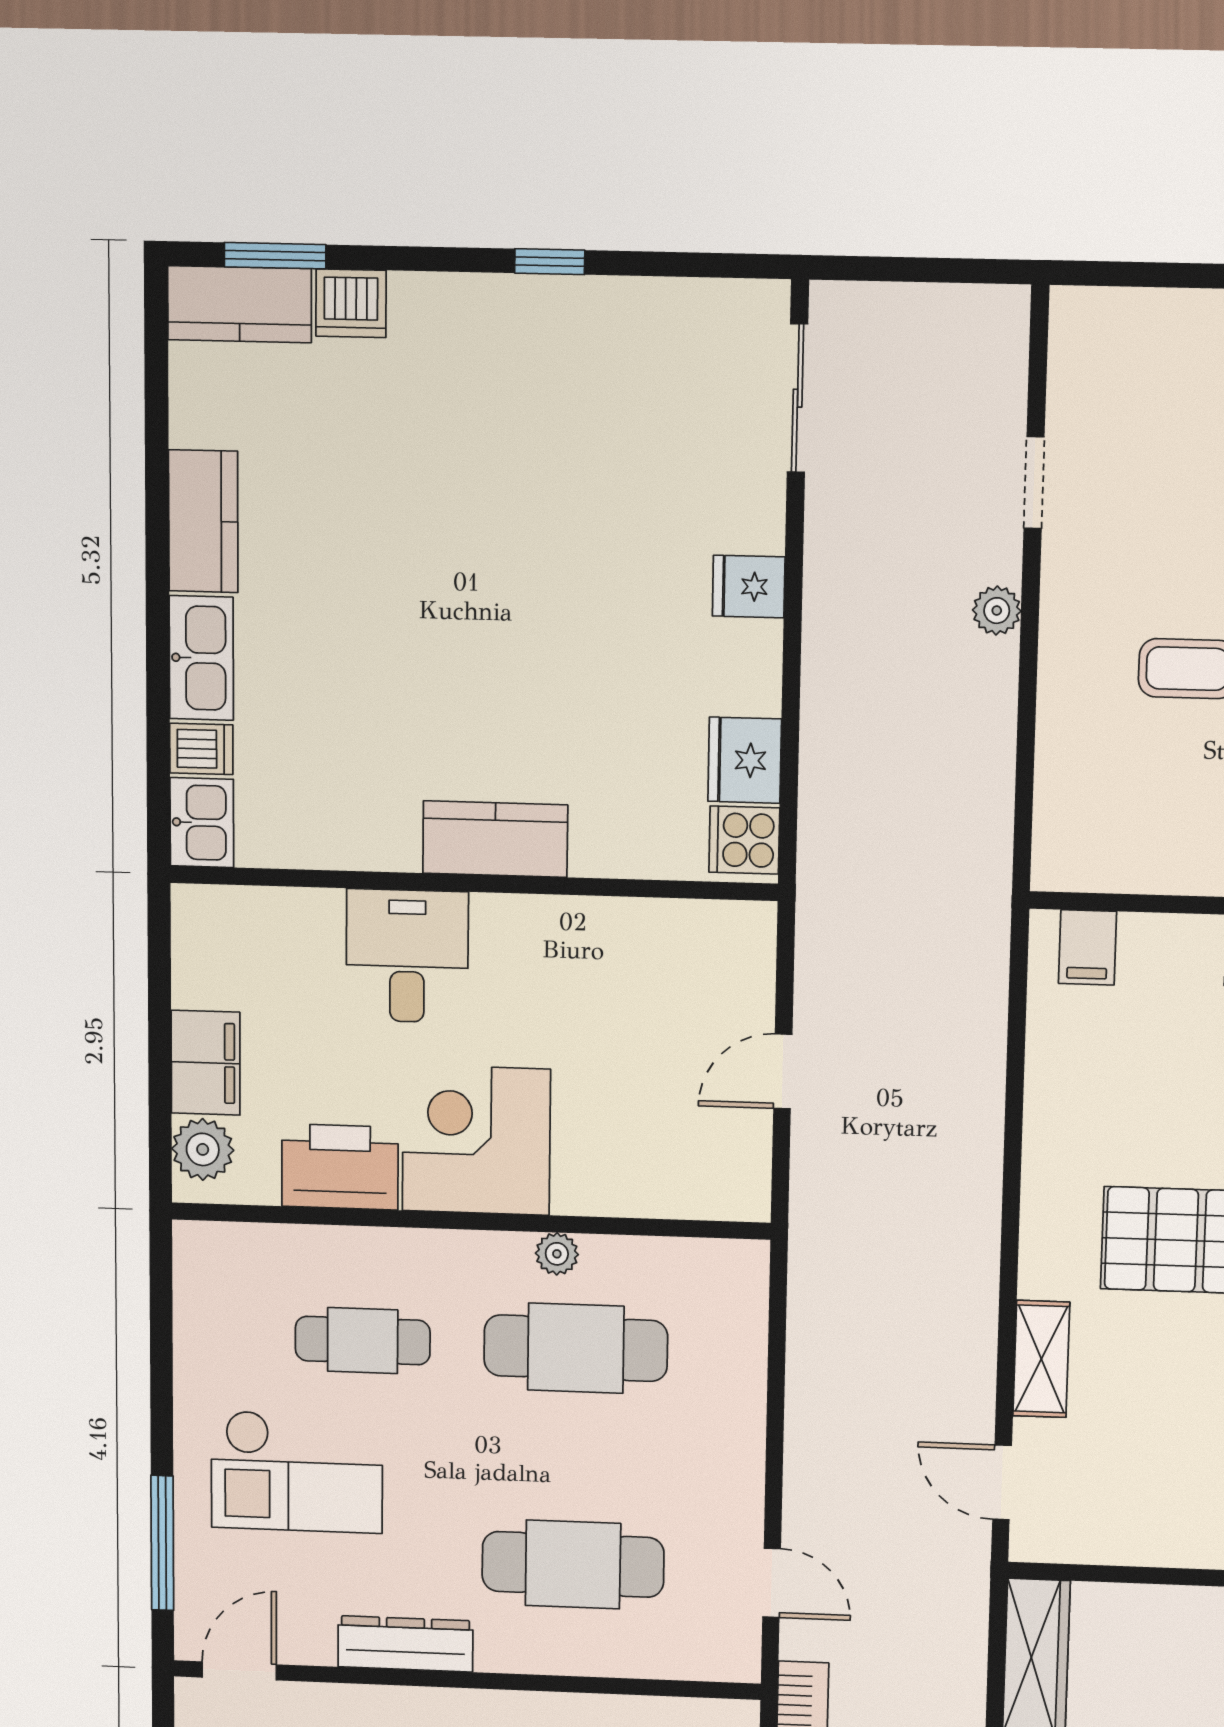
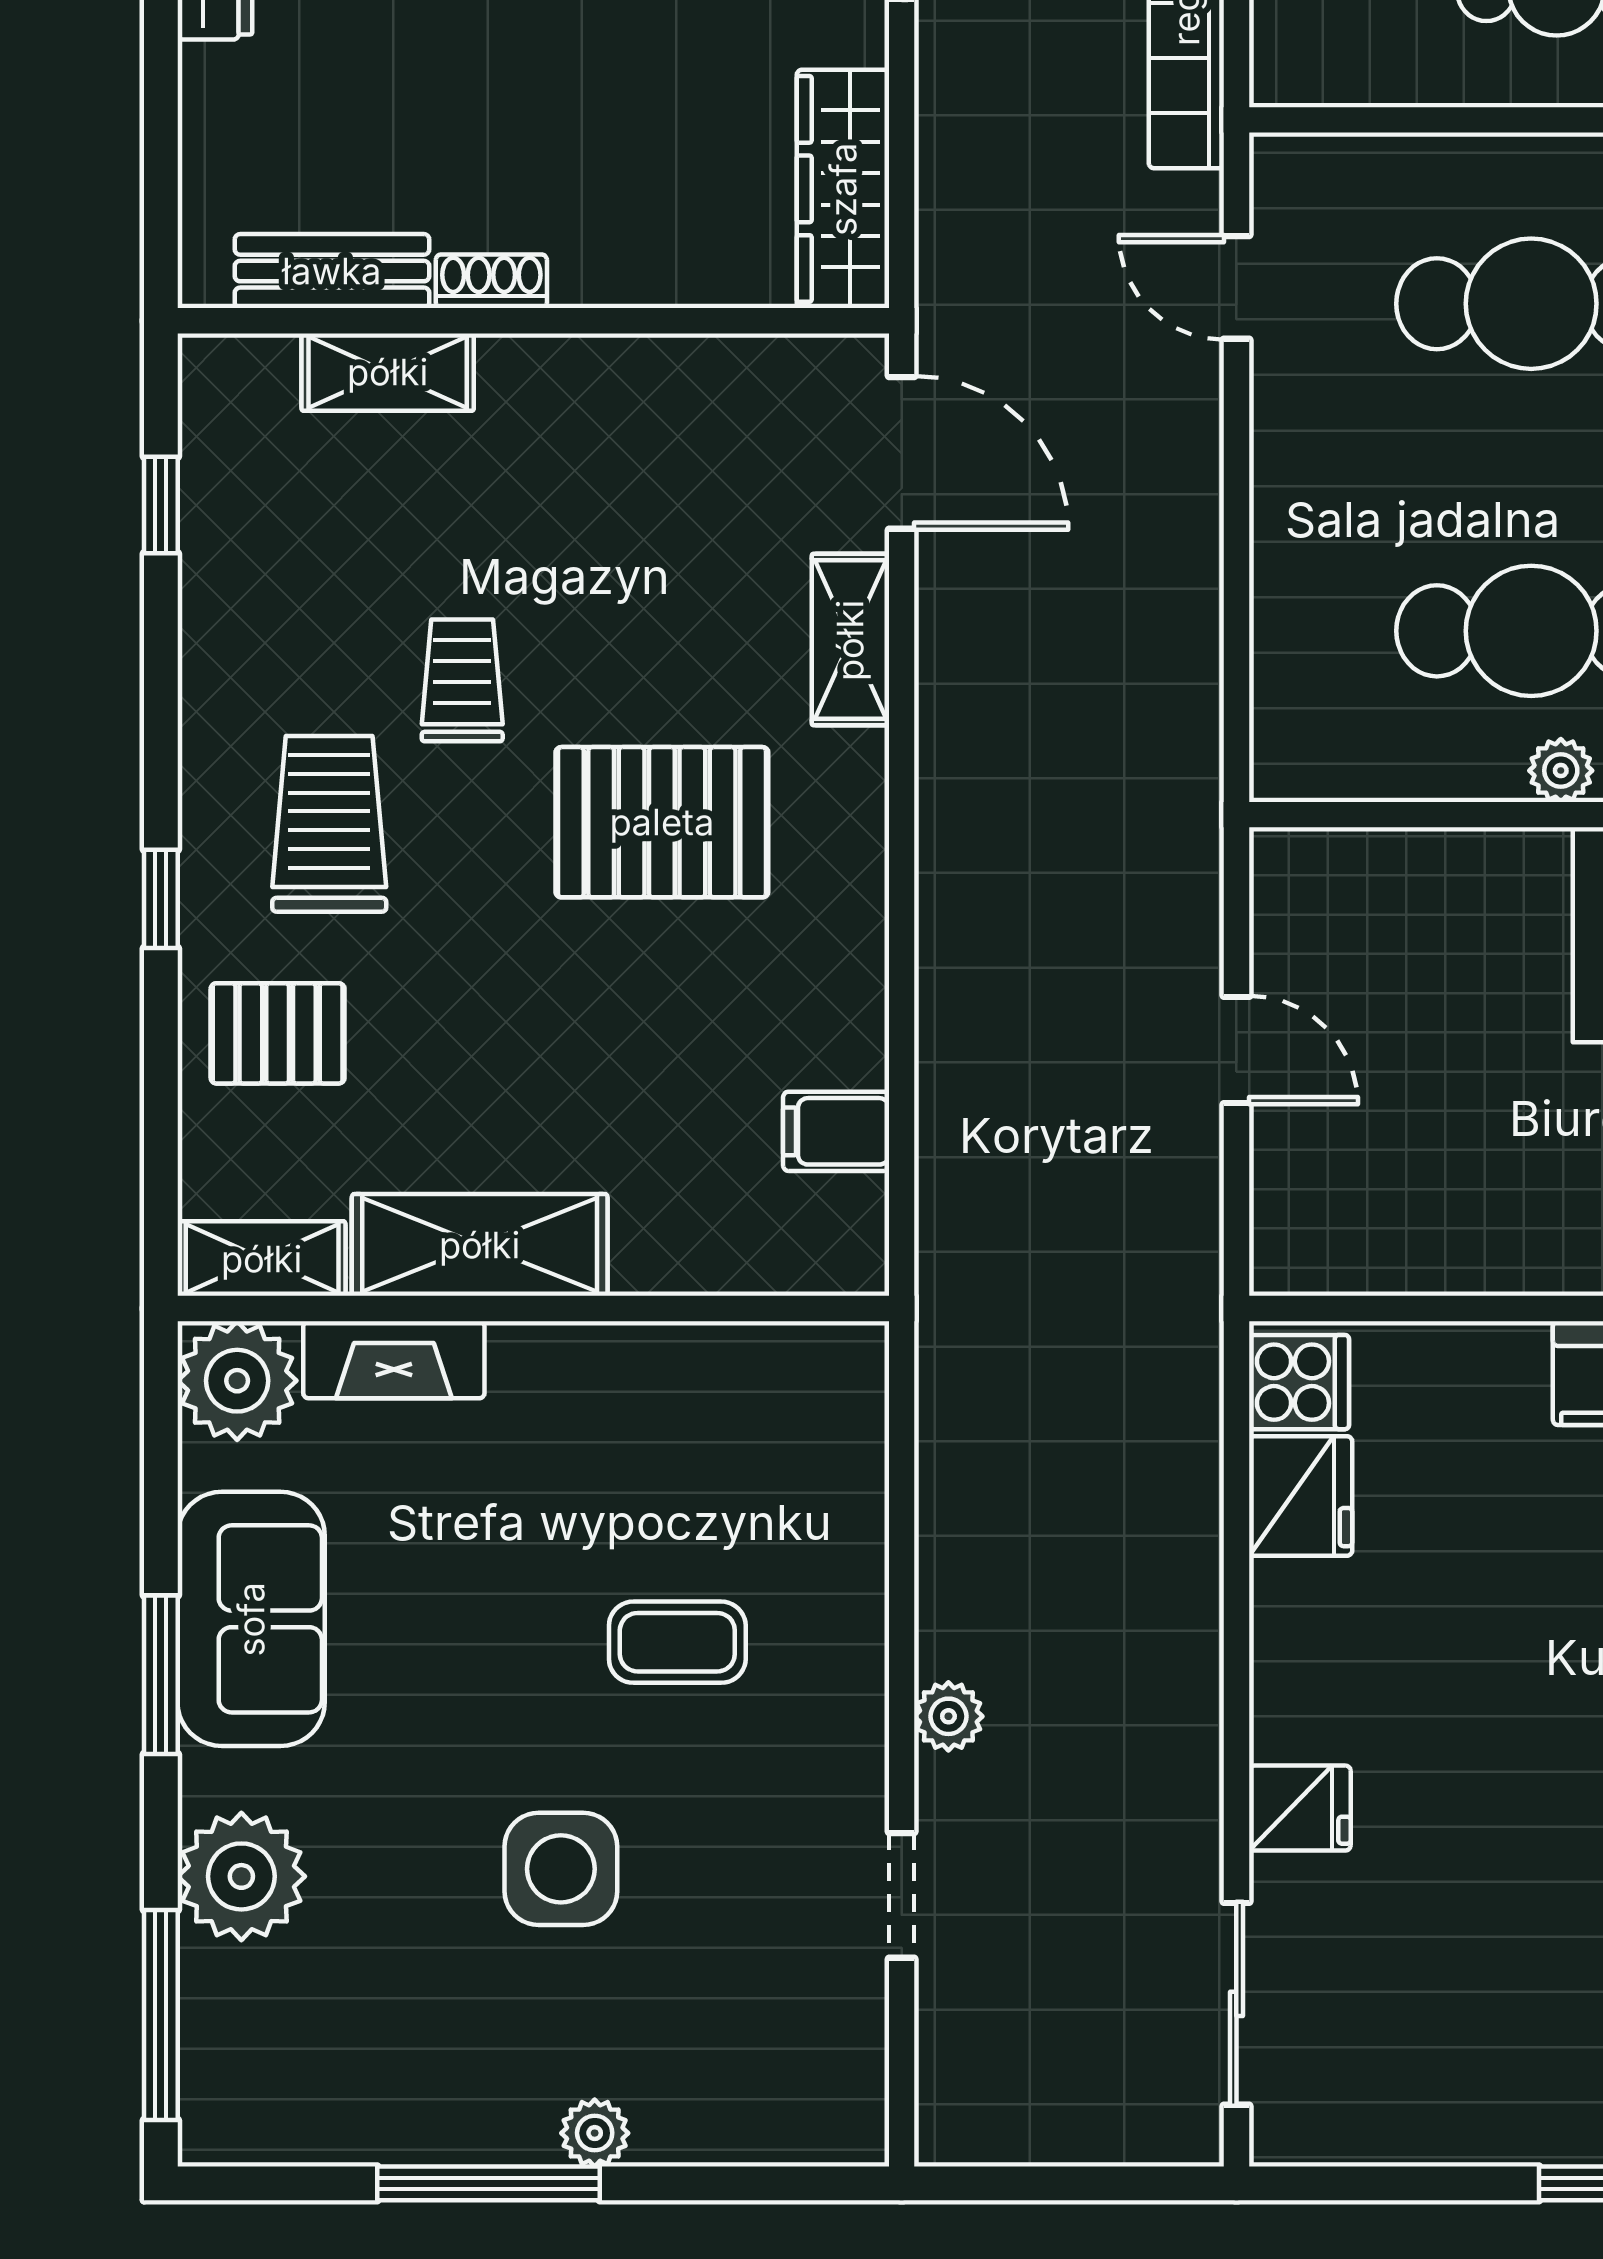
fridge: (749, 587) -> (1300, 1808), moved
filing cabinet: (1088, 947) -> (836, 1131), moved, turned -90
door: (783, 1071) -> (1236, 1050), hinge flipped
door: (1002, 1482) -> (902, 453), width x1.38

